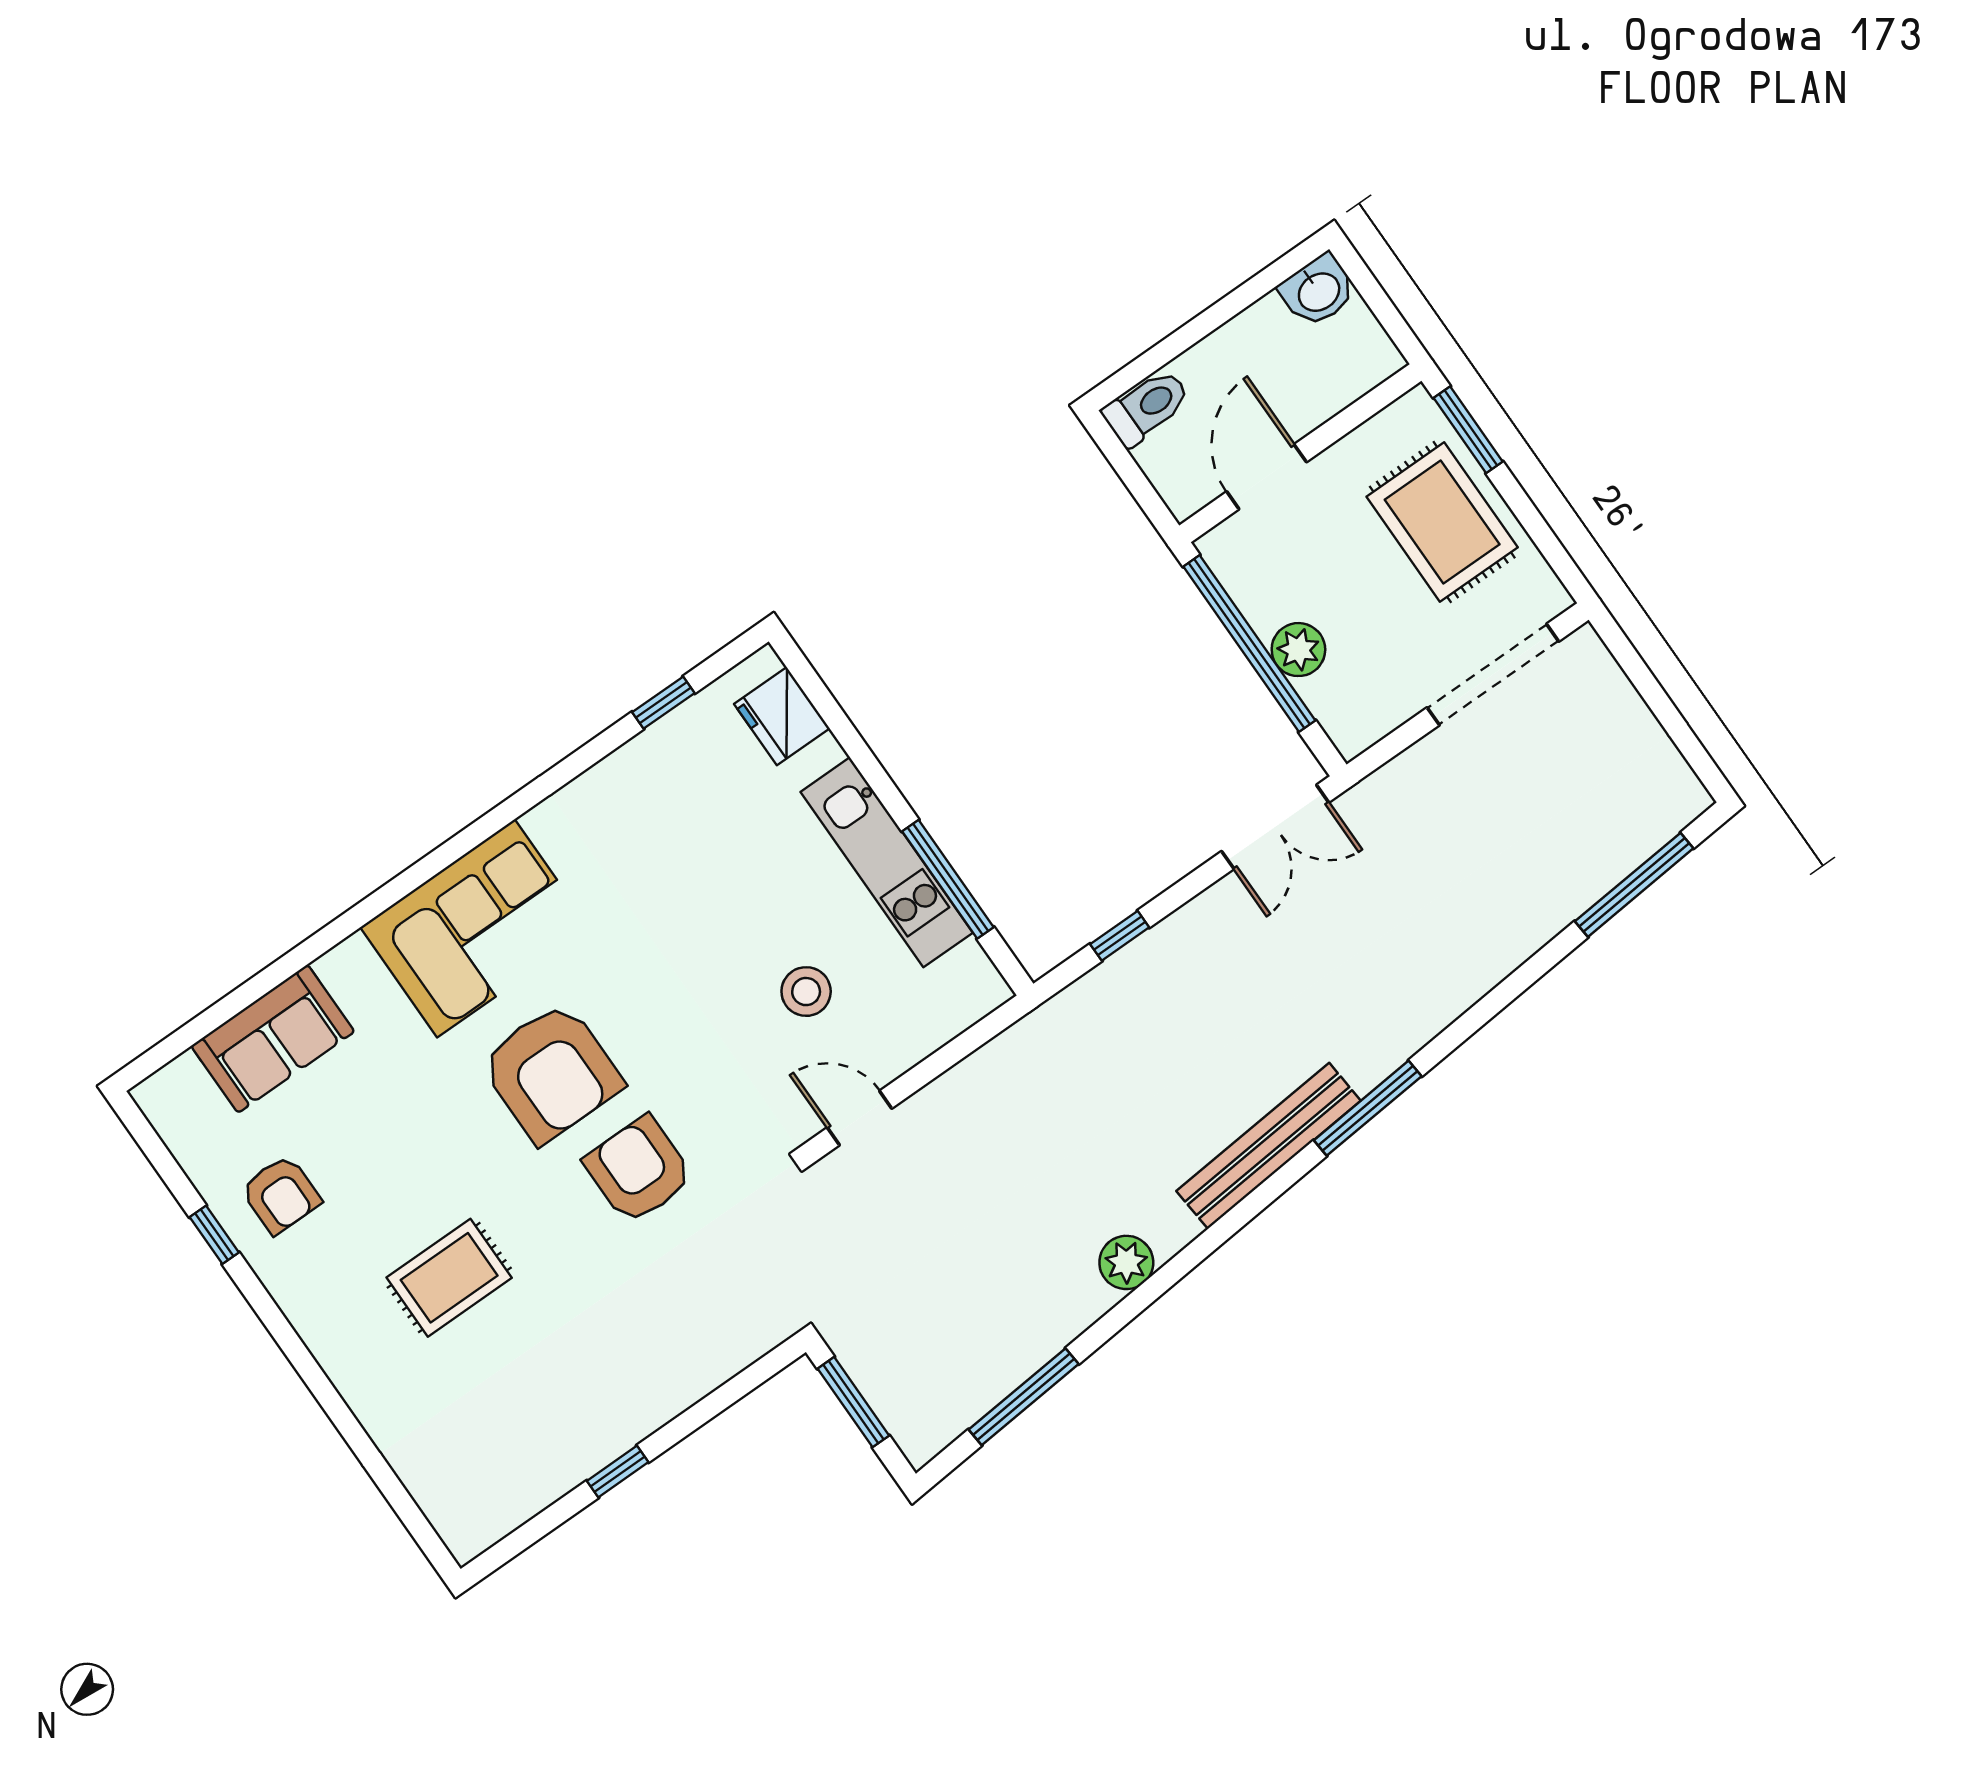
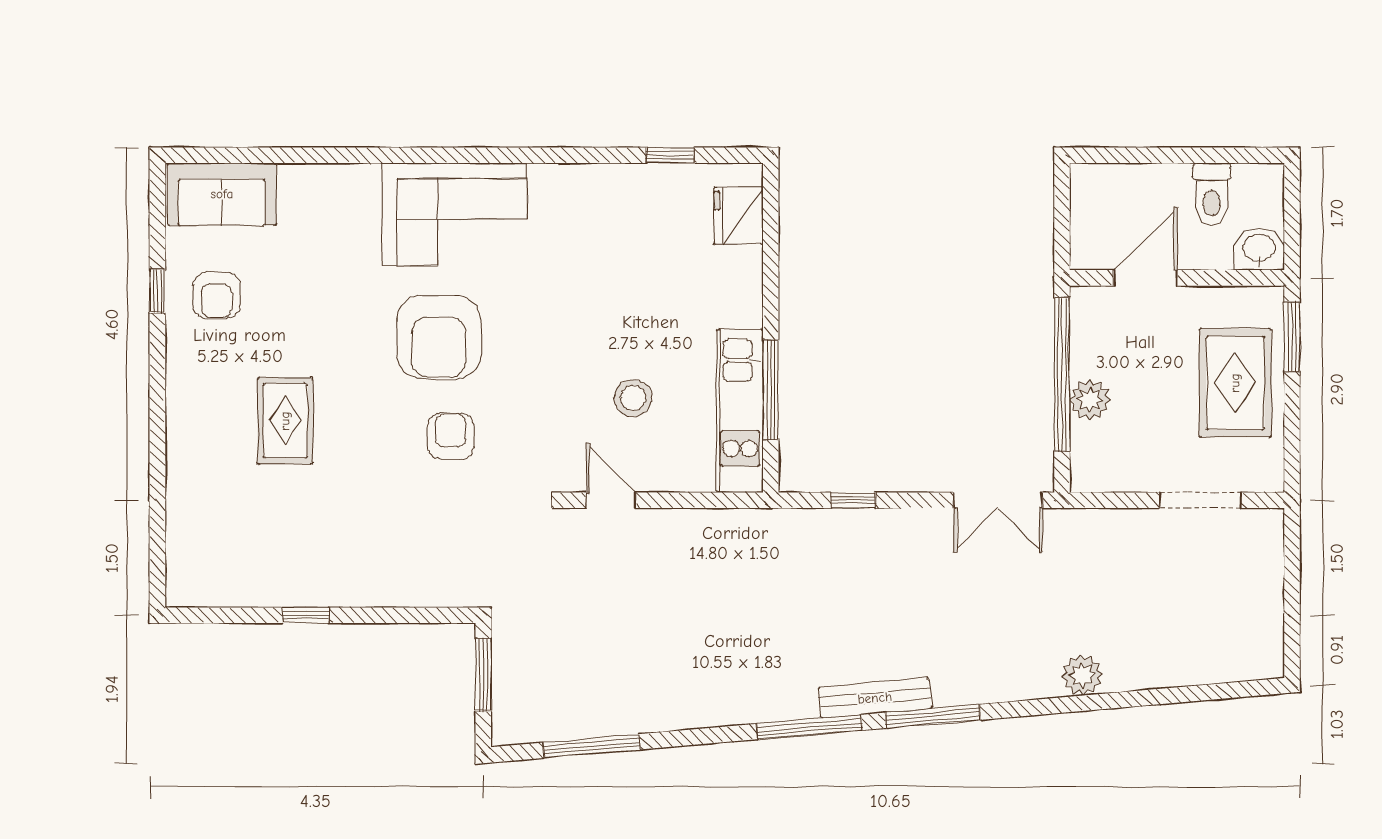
washbasin: (1318, 291) -> (1259, 249), moved, turned 180
toilet: (1147, 407) -> (1212, 194), moved, turned 90
doorway: (1493, 674) -> (1200, 500), width x0.73
kitchen unit: (887, 862) -> (740, 411), moved
window: (1634, 885) -> (810, 727), moved
sofa: (273, 1039) -> (222, 194), moved
bench: (1269, 1146) -> (875, 698), width x0.73, depth x0.82
armchair: (639, 1170) -> (451, 436), width x0.72, depth x0.72
plant: (1126, 1262) -> (1082, 675), moved
rug: (449, 1278) -> (285, 421), turned 90

